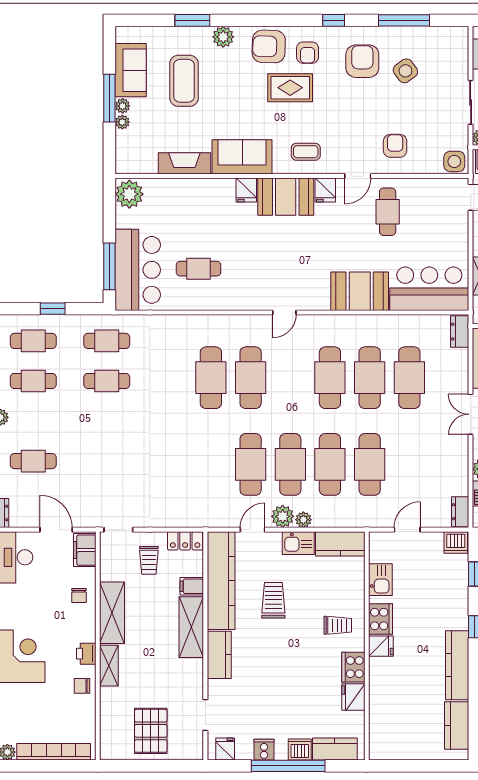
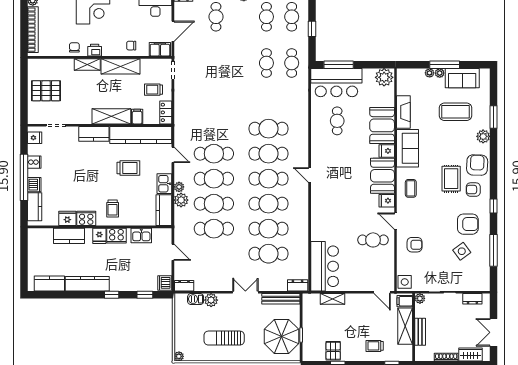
booth: (360, 291) -> (382, 125), moved
cafe table: (290, 378) -> (268, 179), added
plant: (283, 516) -> (181, 200), moved
kitchen counter: (381, 694) -> (69, 236), added

